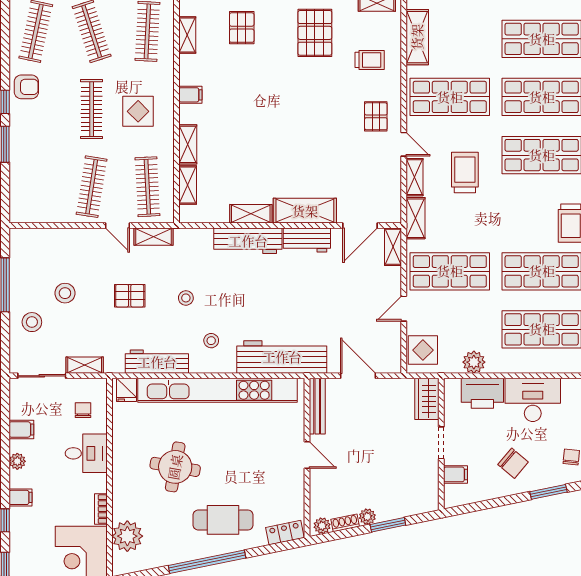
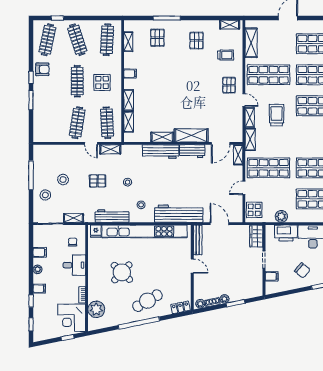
pallet: (315, 33) -> (196, 41), width x0.67, depth x0.71
round table: (175, 467) -> (122, 272), turned 33
cafe table: (223, 520) -> (147, 301), turned -30

